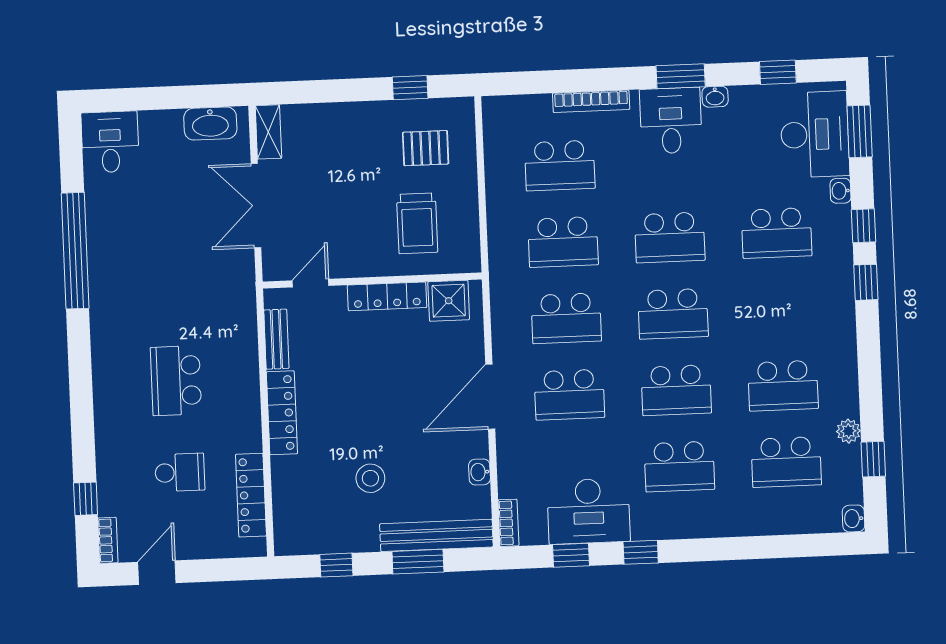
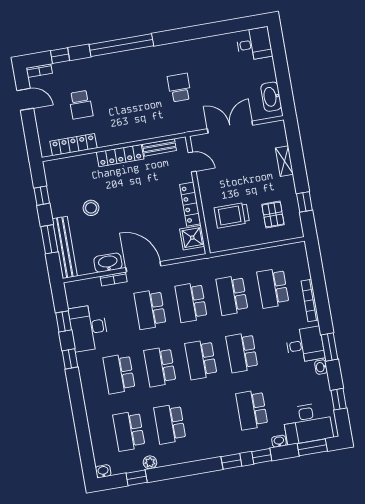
shelving: (268, 132) -> (284, 161), moved, turned 90
window: (75, 251) -> (121, 45), moved
school desk: (176, 381) -> (179, 88), moved, width x0.54
washbasin: (479, 472) -> (108, 263), width x1.91, depth x1.45
bookcase: (508, 523) -> (114, 279), moved

